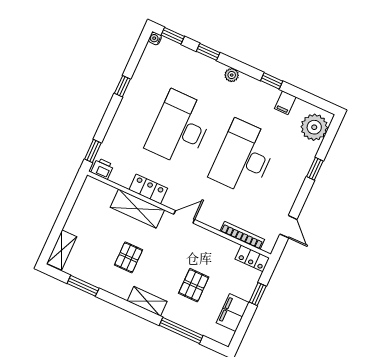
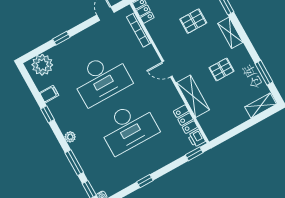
window: (208, 52) -> (74, 163), width x1.50
locker: (148, 189) -> (185, 119), moved

